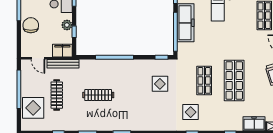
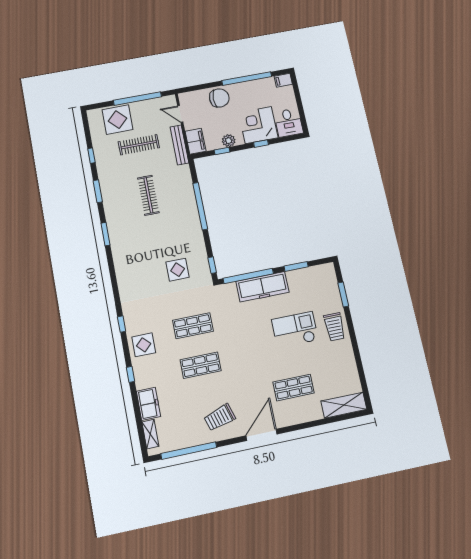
door: (38, 58) -> (180, 114), hinge flipped
shop shelf: (234, 80) -> (201, 365), width x0.70, depth x0.74
display table: (191, 112) -> (144, 345), moved

